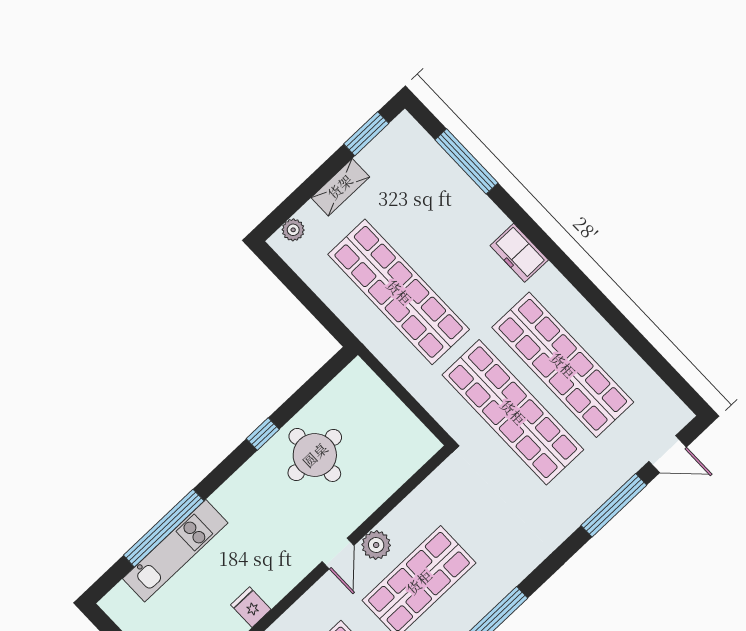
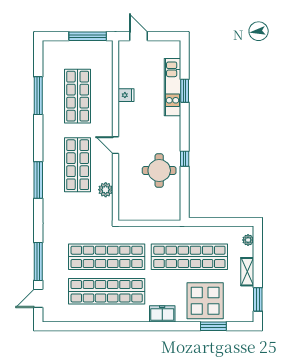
window: (466, 161) -> (213, 326), width x0.69
display table: (441, 208) -> (205, 301), added
window: (164, 528) -> (185, 91), width x0.47
plant: (376, 545) -> (106, 190), moved

